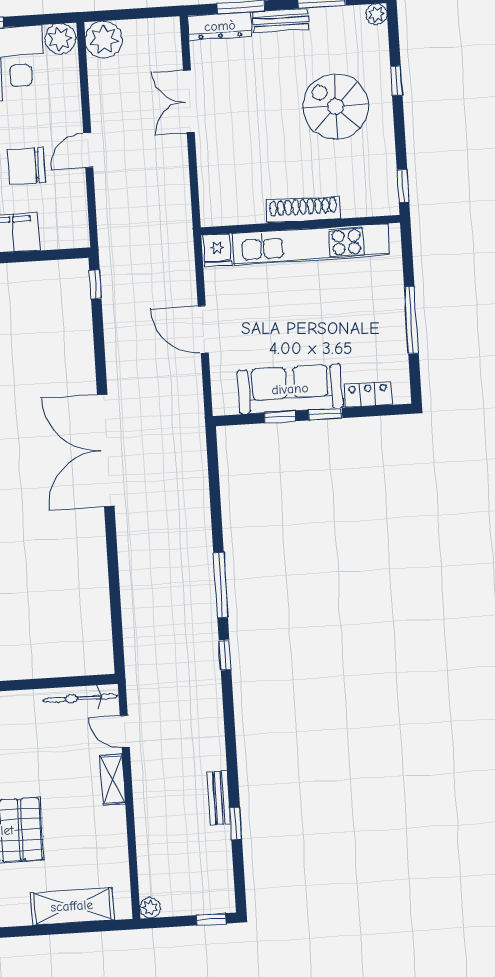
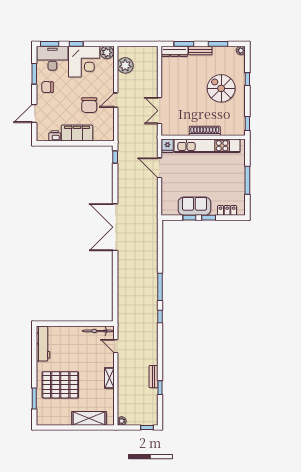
plant: (104, 40) -> (125, 65), moved
double door: (189, 102) -> (159, 111), moved
chair: (26, 166) -> (89, 105), turned -90
door: (203, 329) -> (159, 168), moved
sofa: (290, 389) -> (194, 206), width x0.73
shelving: (113, 779) -> (109, 378), moved

